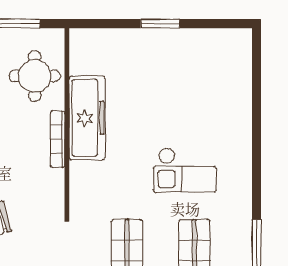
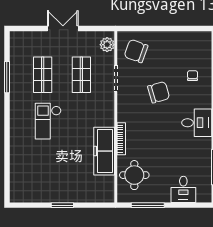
checkout: (185, 170) -> (48, 121), turned -90

